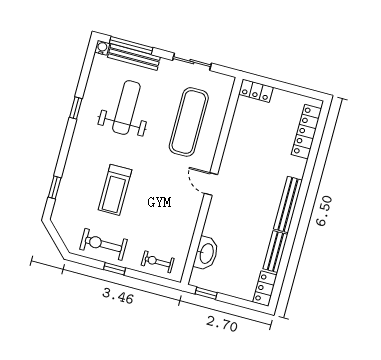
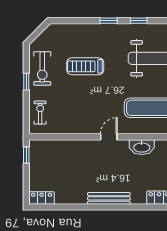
window: (55, 187) -> (109, 21), moved
exercise bike: (103, 244) -> (42, 69), turned 180
bench: (275, 252) -> (71, 198), removed
washbasin: (206, 253) -> (142, 147), moved

